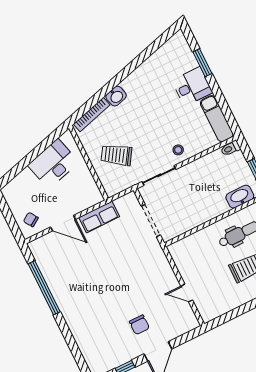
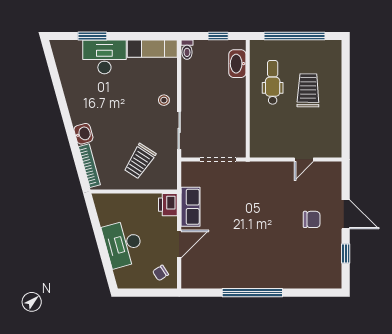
desk: (192, 87) -> (104, 57), width x1.37
desk: (53, 164) -> (123, 244), moved
printer: (92, 197) -> (168, 205), added
window: (44, 288) -> (252, 293), moved

